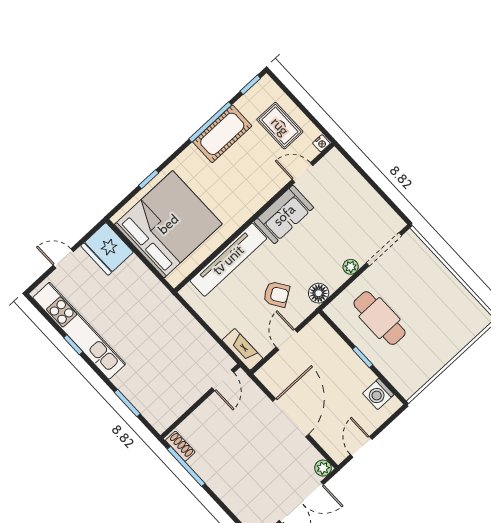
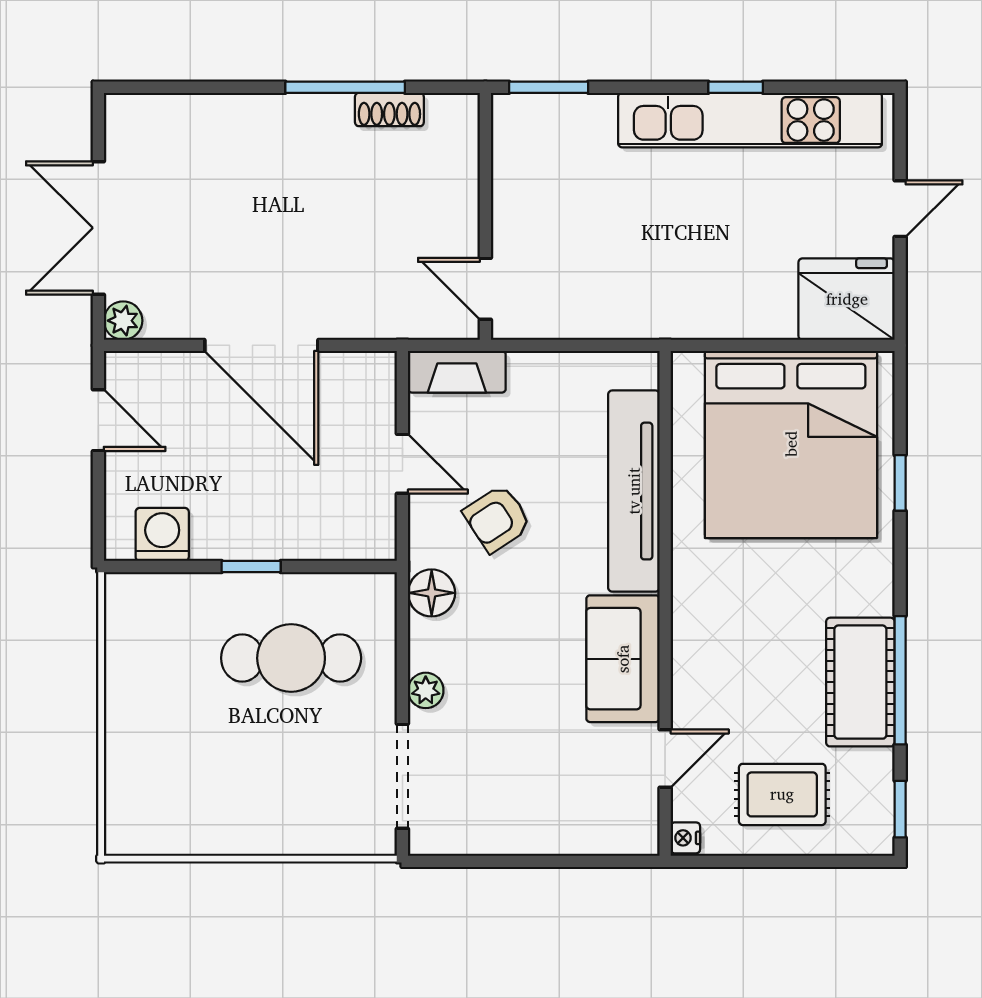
door: (223, 380) -> (485, 289), moved
wall: (200, 401) -> (485, 216), moved

